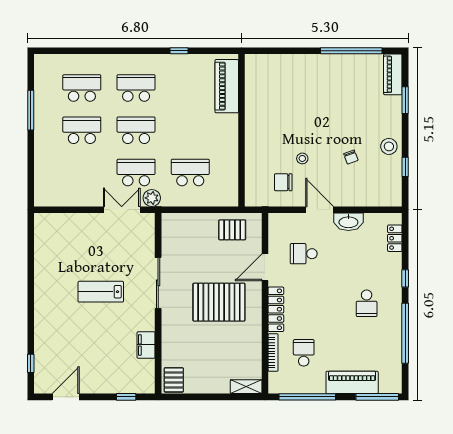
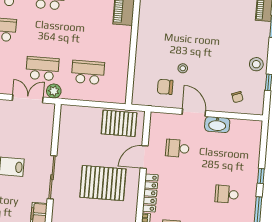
school desk: (136, 130) -> (45, 33), removed
chair: (351, 157) -> (237, 97), moved
pallet: (232, 230) -> (119, 123), width x1.50, depth x1.42
locker: (395, 238) -> (255, 142), removed
sliding door: (158, 283) -> (52, 177), moved
school desk: (367, 303) -> (227, 194), turned 90

